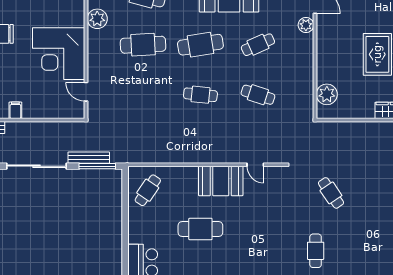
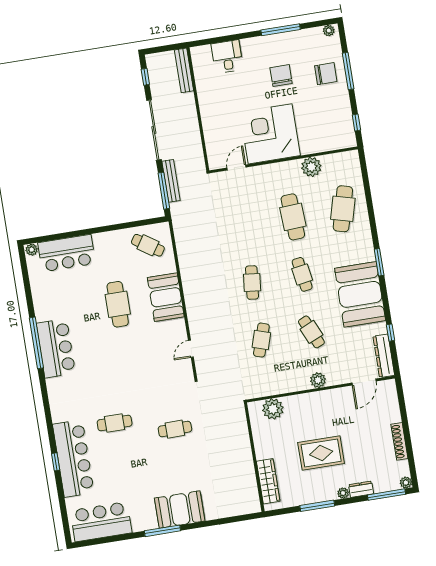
plant: (306, 25) -> (318, 380), moved
cafe table: (200, 45) -> (302, 274), width x0.73, depth x0.74
filing cabinet: (15, 110) -> (206, 100), removed
booth: (221, 181) -> (166, 297), moved
cafe table: (331, 193) -> (175, 429), turned 33

